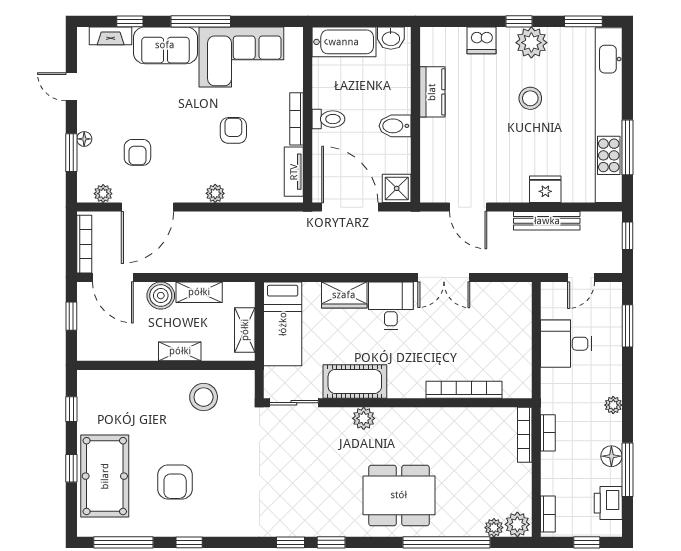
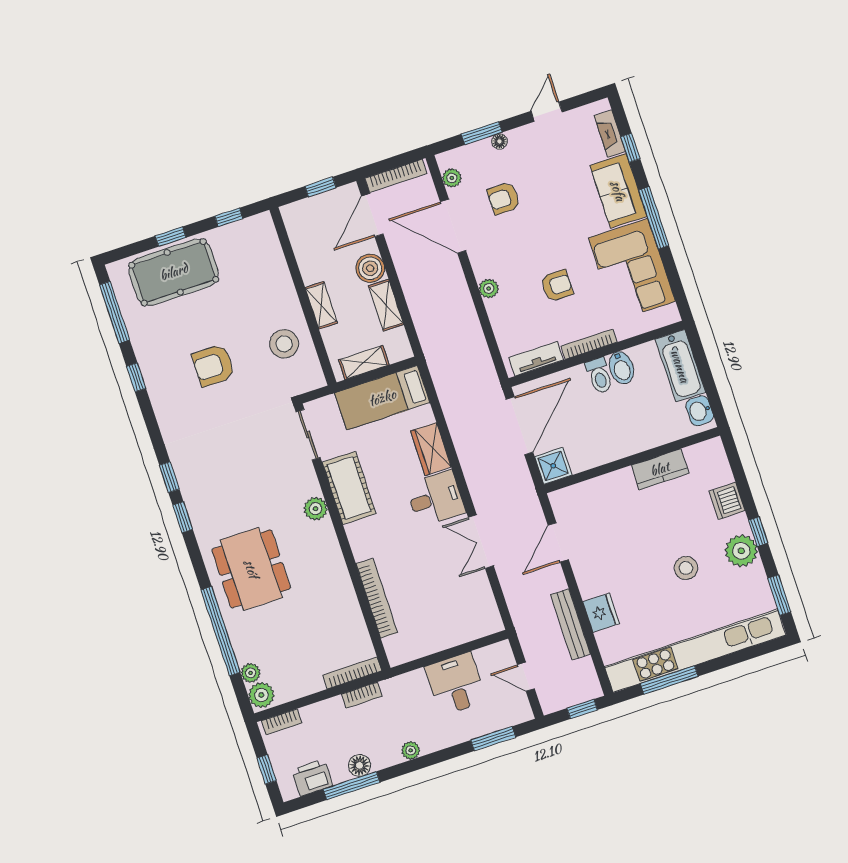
bidet: (395, 126) -> (621, 368), moved, turned 180
armchair: (175, 482) -> (213, 365), moved

